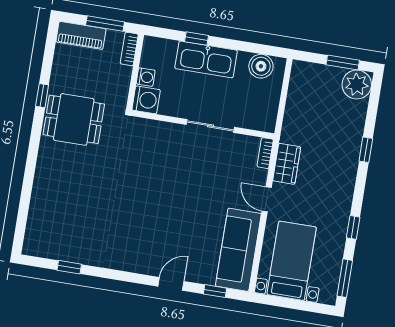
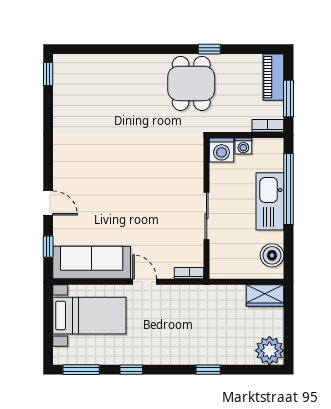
window: (197, 39) -> (289, 189), width x3.17
window: (343, 62) -> (289, 334), removed
wardrobe: (287, 164) -> (265, 296), moved
door: (267, 199) -> (145, 282), hinge flipped
window: (69, 267) -> (48, 74), moved

